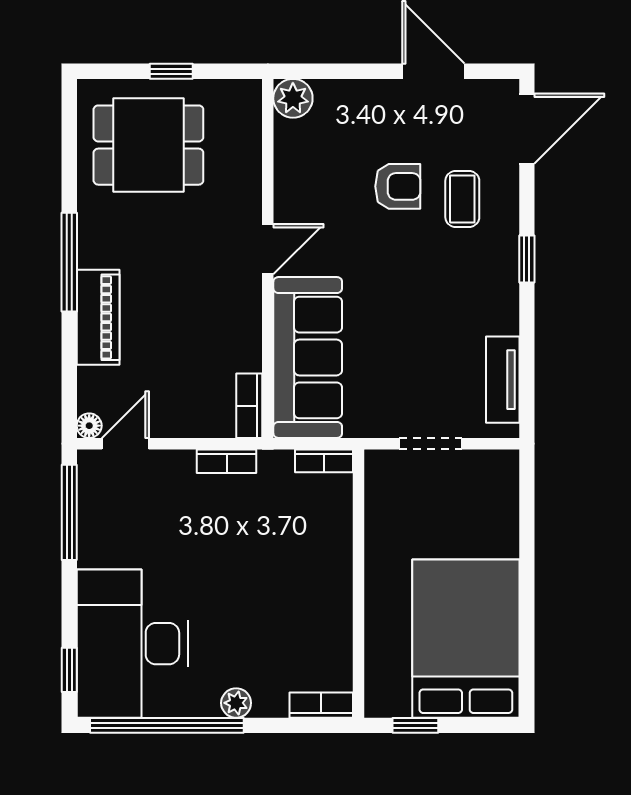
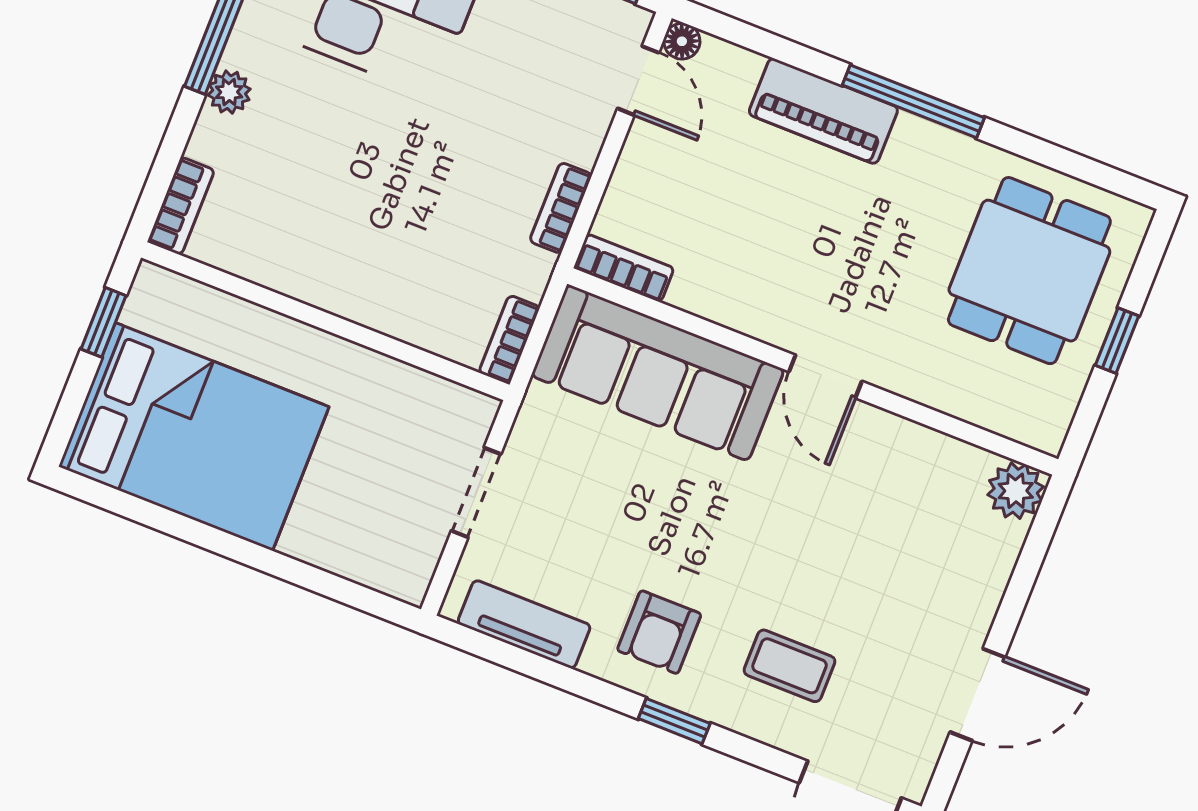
armchair: (398, 186) -> (659, 632), moved

